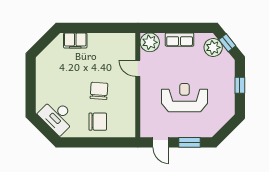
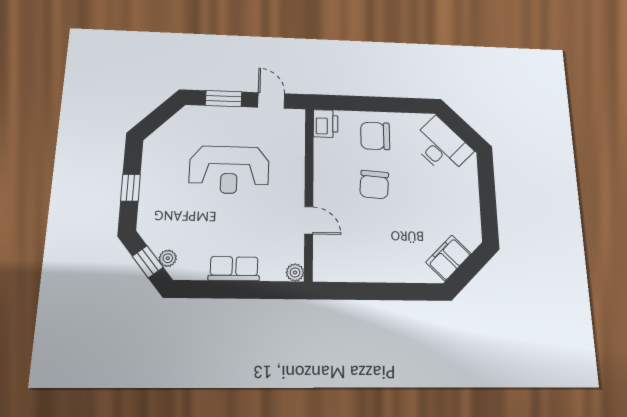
filing cabinet: (75, 41) -> (449, 258), moved, turned -45
plant: (150, 42) -> (295, 272), width x0.53, depth x0.53
plant: (213, 47) -> (168, 258), width x0.53, depth x0.53
printer: (128, 129) -> (326, 124), added

